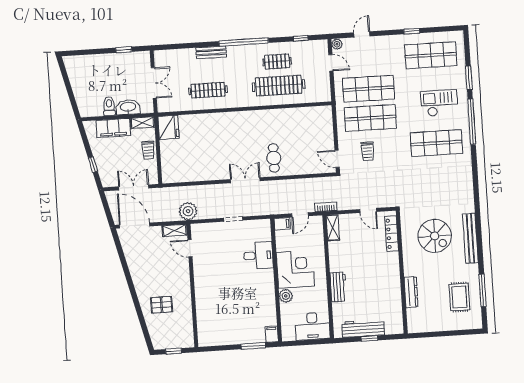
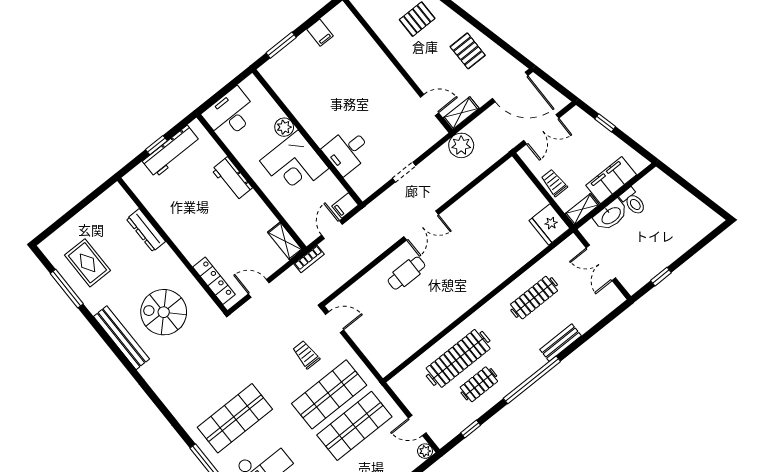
cafe table: (274, 158) -> (406, 273), turned 90
pallet: (145, 265) -> (468, 51), added
filing cabinet: (272, 334) -> (320, 33), moved

